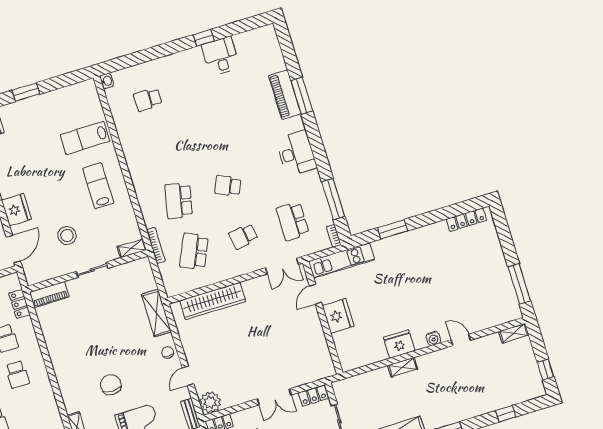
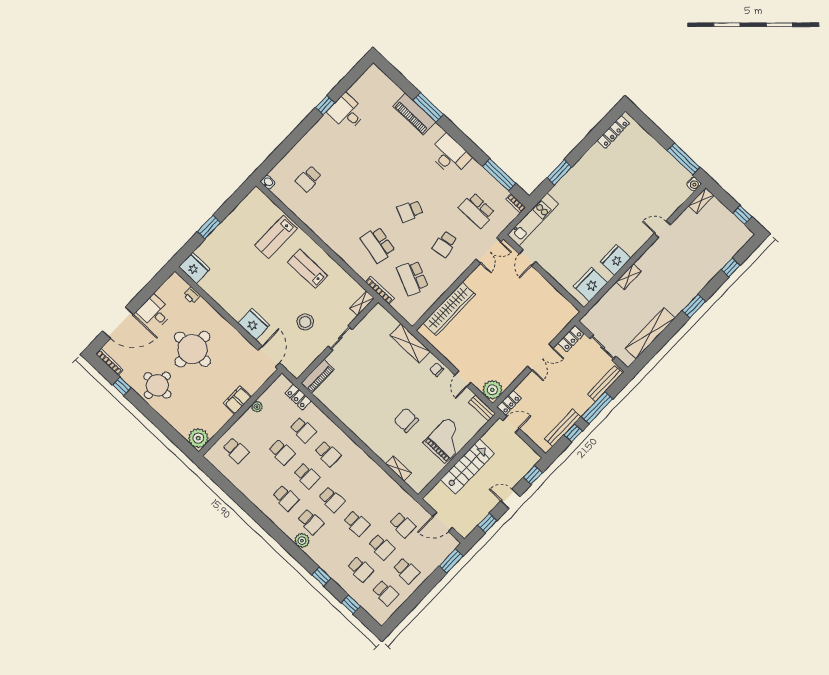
fridge: (338, 316) -> (591, 284), moved, turned -90
water cooler: (433, 338) -> (694, 184), moved

